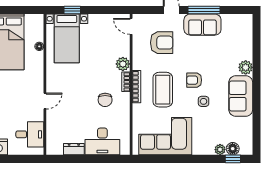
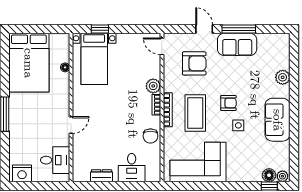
plant: (246, 67) -> (283, 77), moved
armchair: (194, 80) -> (228, 103), turned 180
chair: (105, 100) -> (150, 136), moved
desk: (102, 141) -> (132, 168), width x0.73
plant: (220, 150) -> (282, 176), moved

